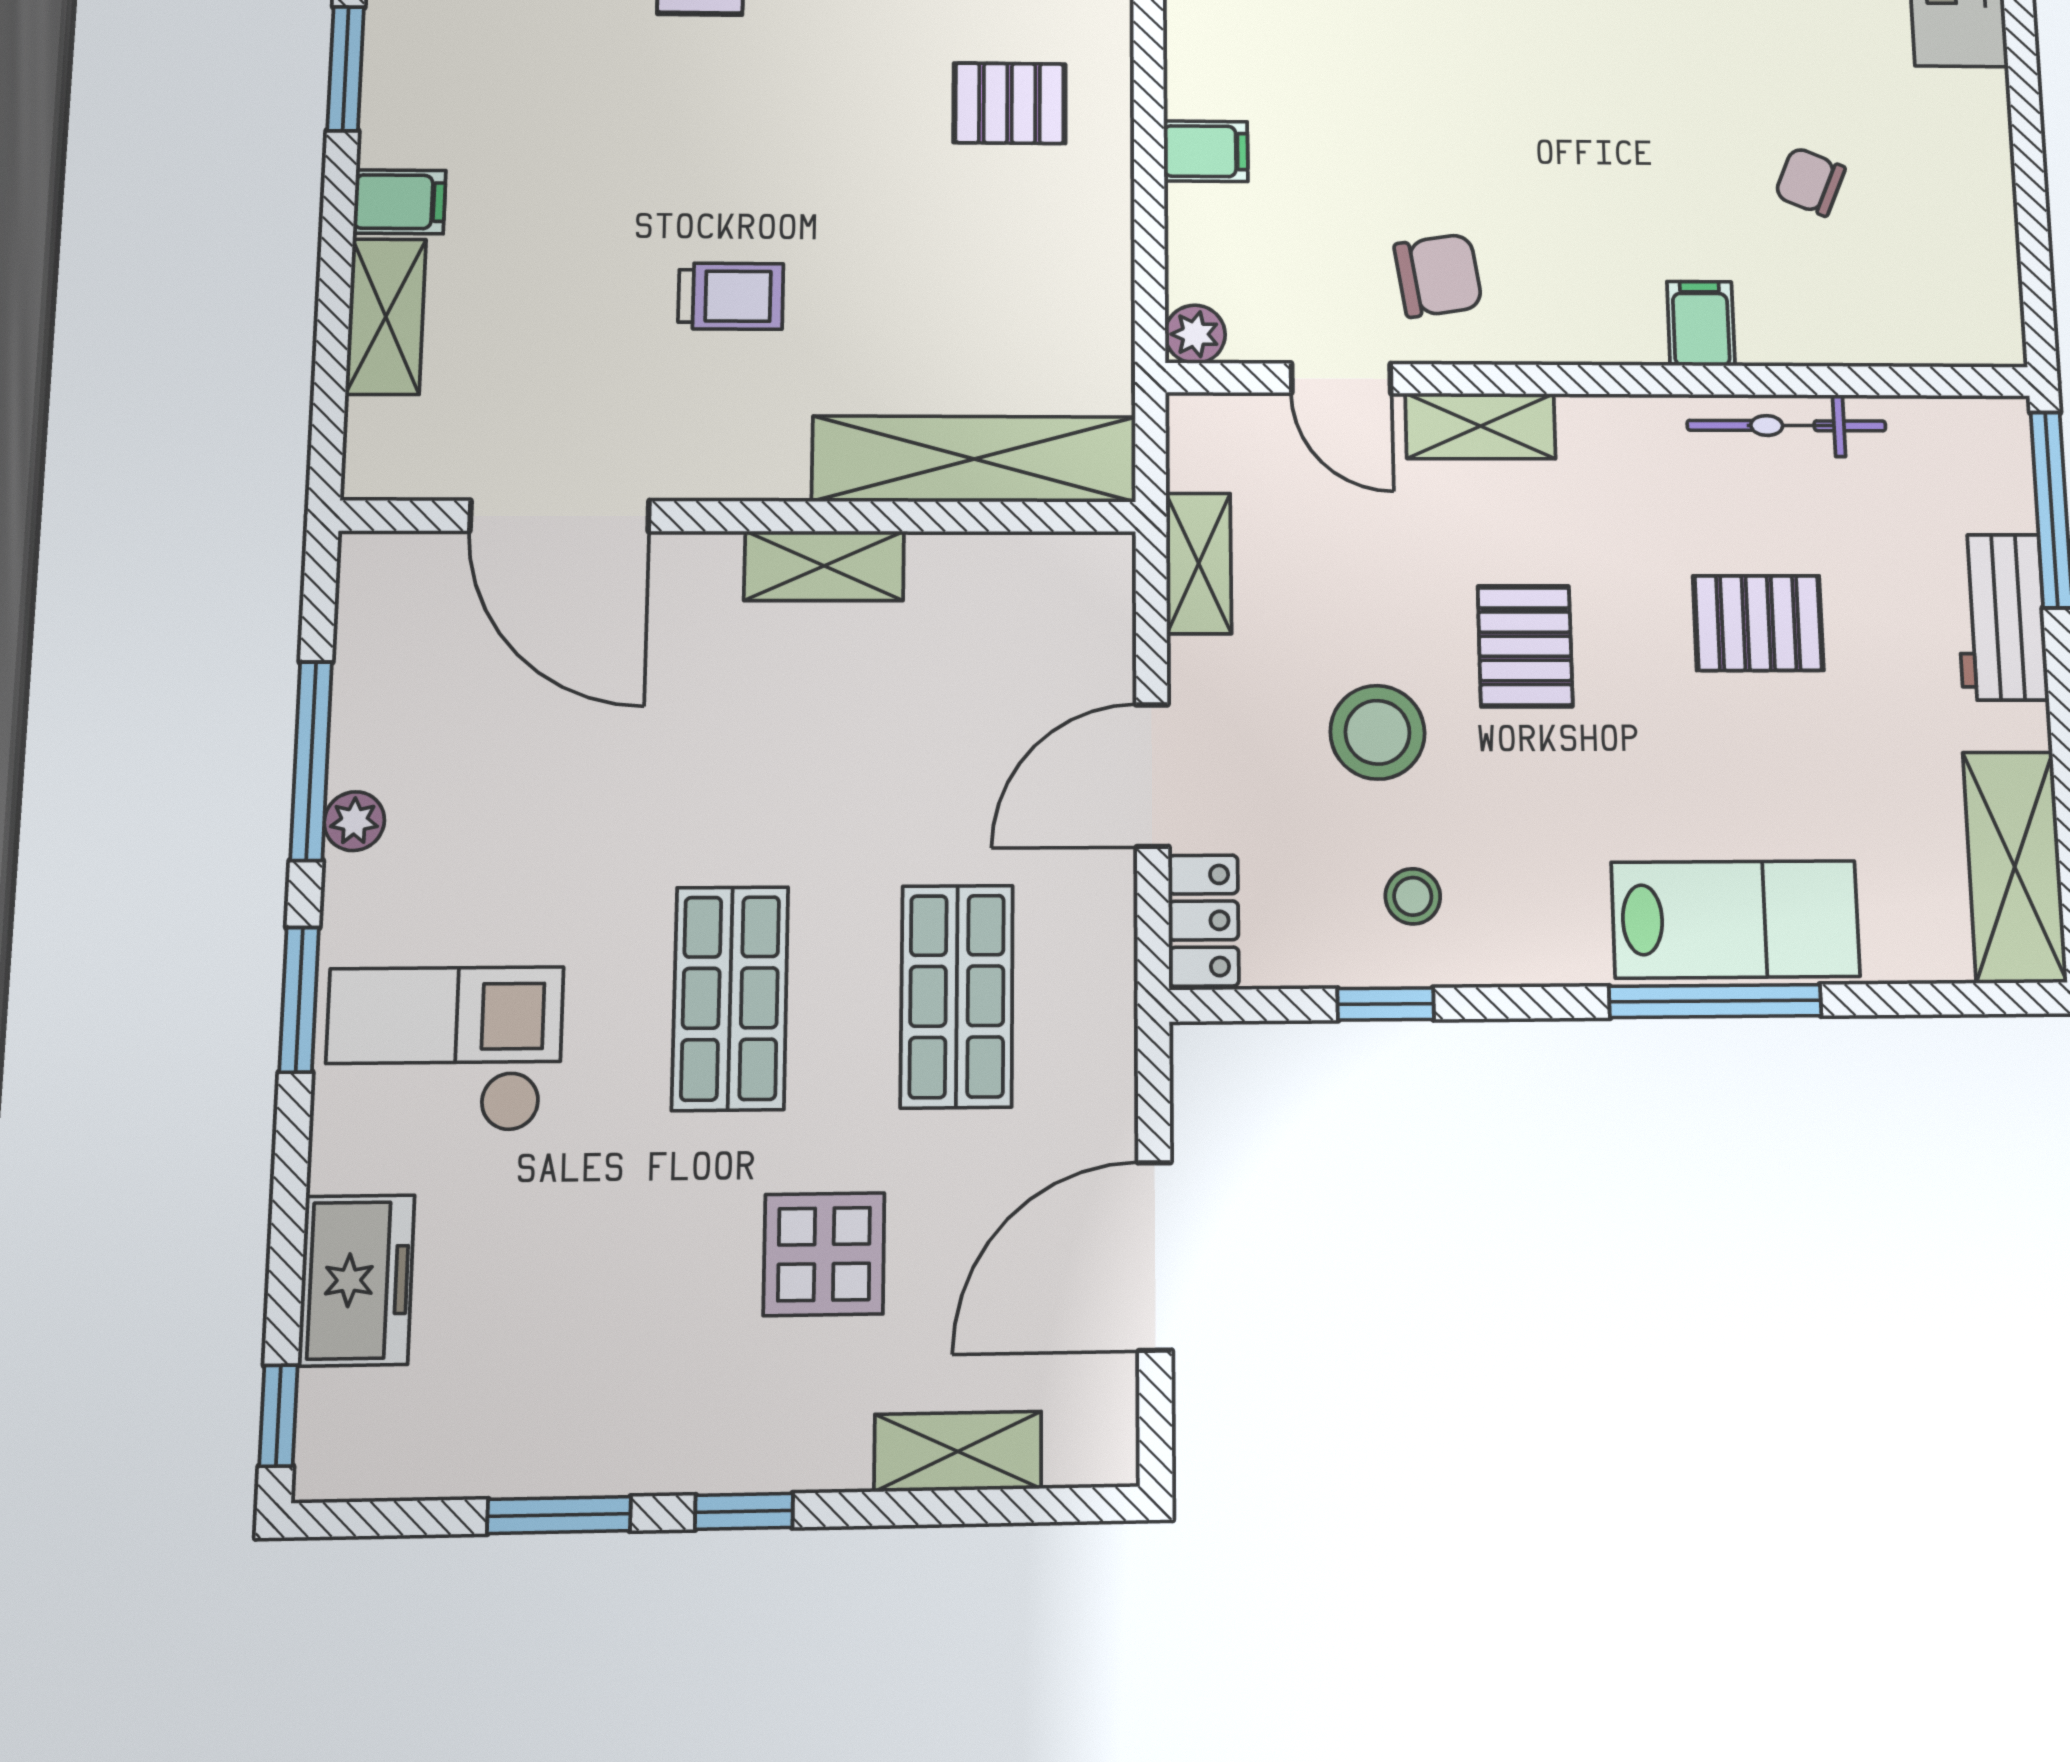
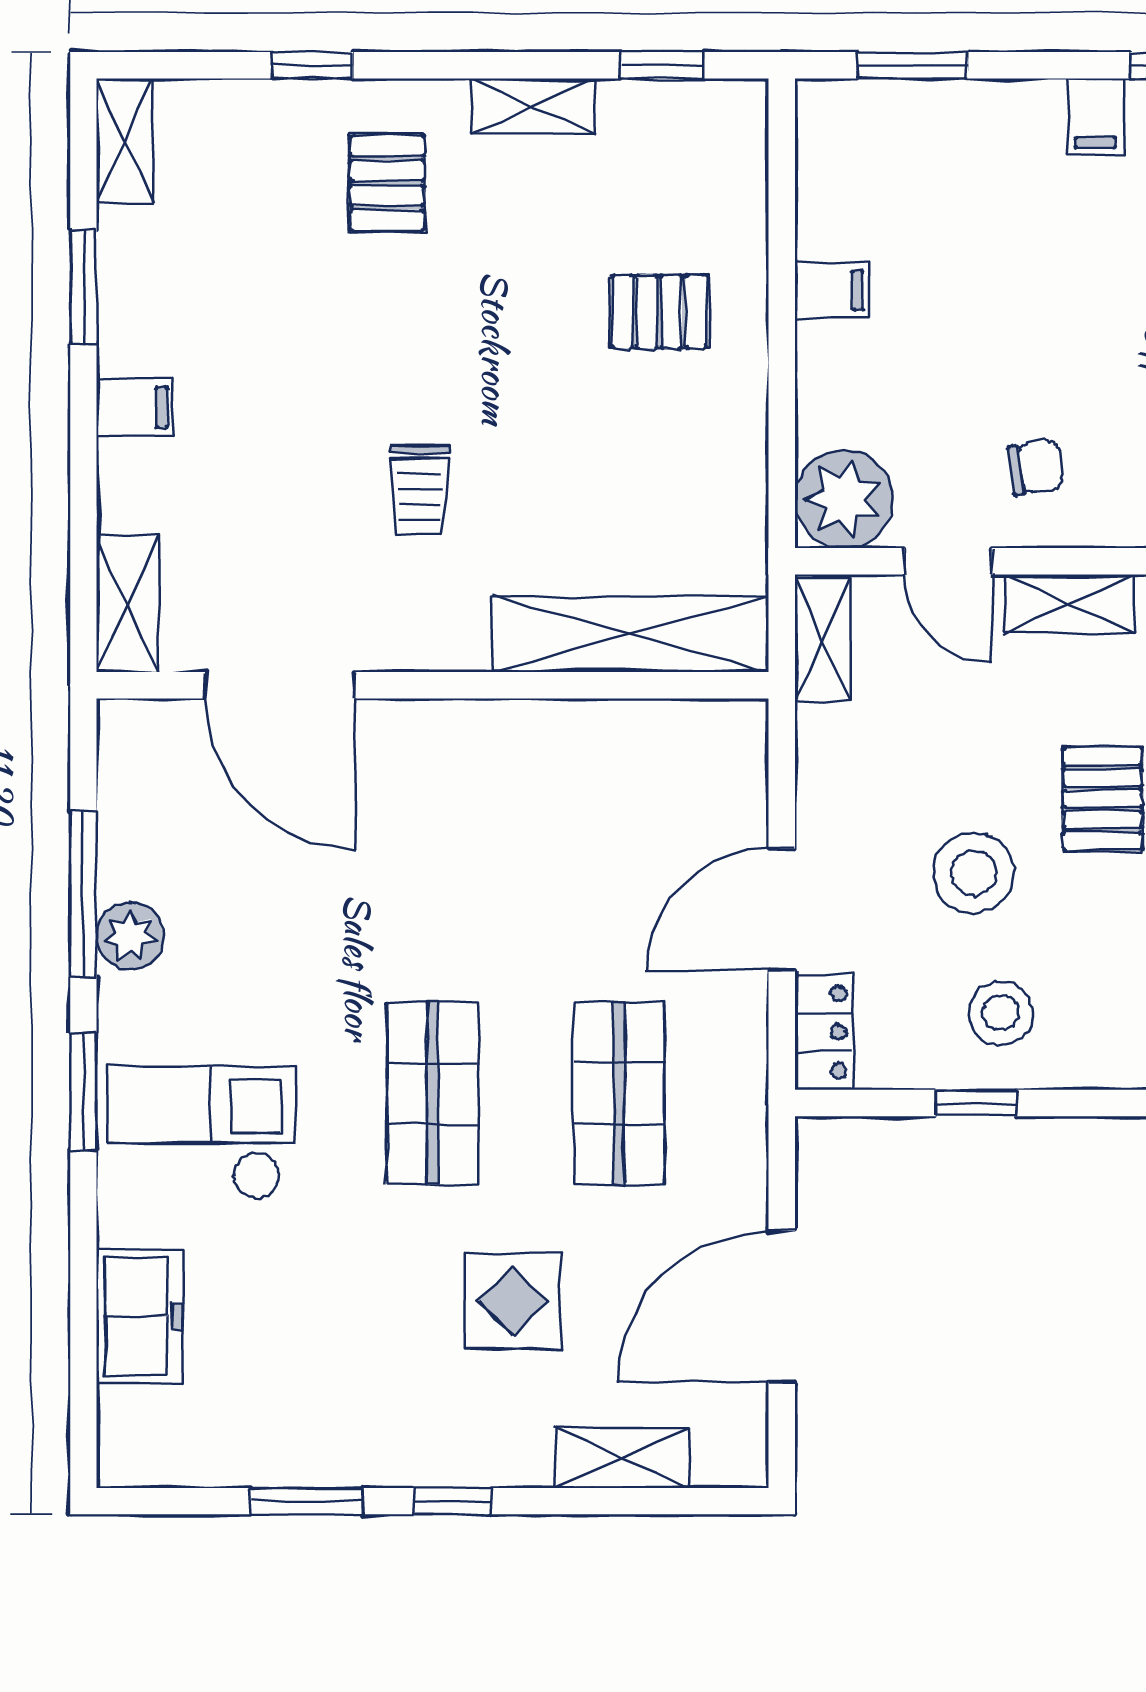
filing cabinet: (1206, 151) -> (832, 290), moved
chair: (1438, 275) -> (1035, 467), width x0.73, depth x0.73
trolley: (731, 296) -> (420, 490), turned 90
shelving: (386, 316) -> (127, 603), moved
plant: (1195, 334) -> (844, 499), width x1.87, depth x1.87
shelving: (1199, 563) -> (822, 640), moved
shelving: (824, 566) -> (504, 729), removed
plant: (354, 821) -> (130, 936), width x1.38, depth x1.38
stool: (1413, 896) -> (1001, 1013), width x1.37, depth x1.37
window: (278, 1416) -> (83, 1421), removed

